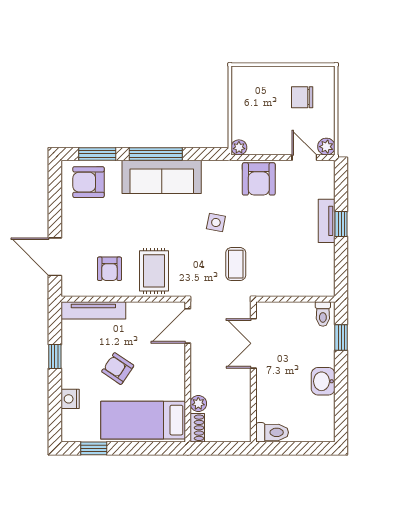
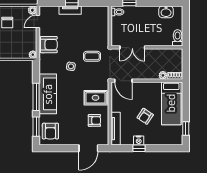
washbasin: (323, 381) -> (166, 12), moved
nightstand: (70, 399) -> (139, 140), moved

